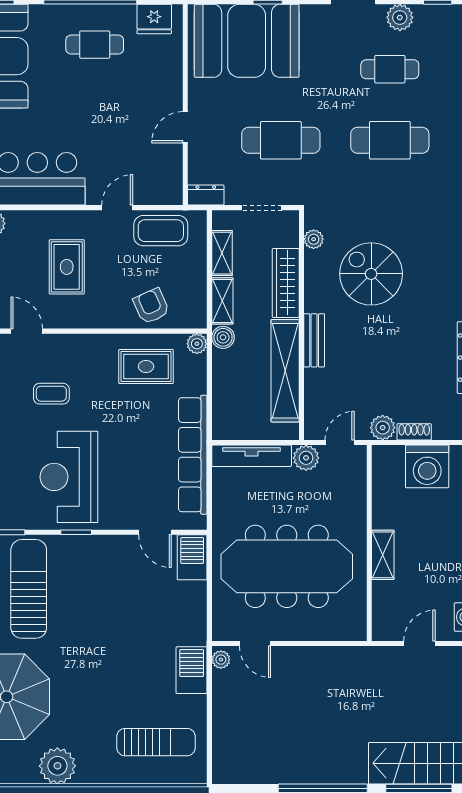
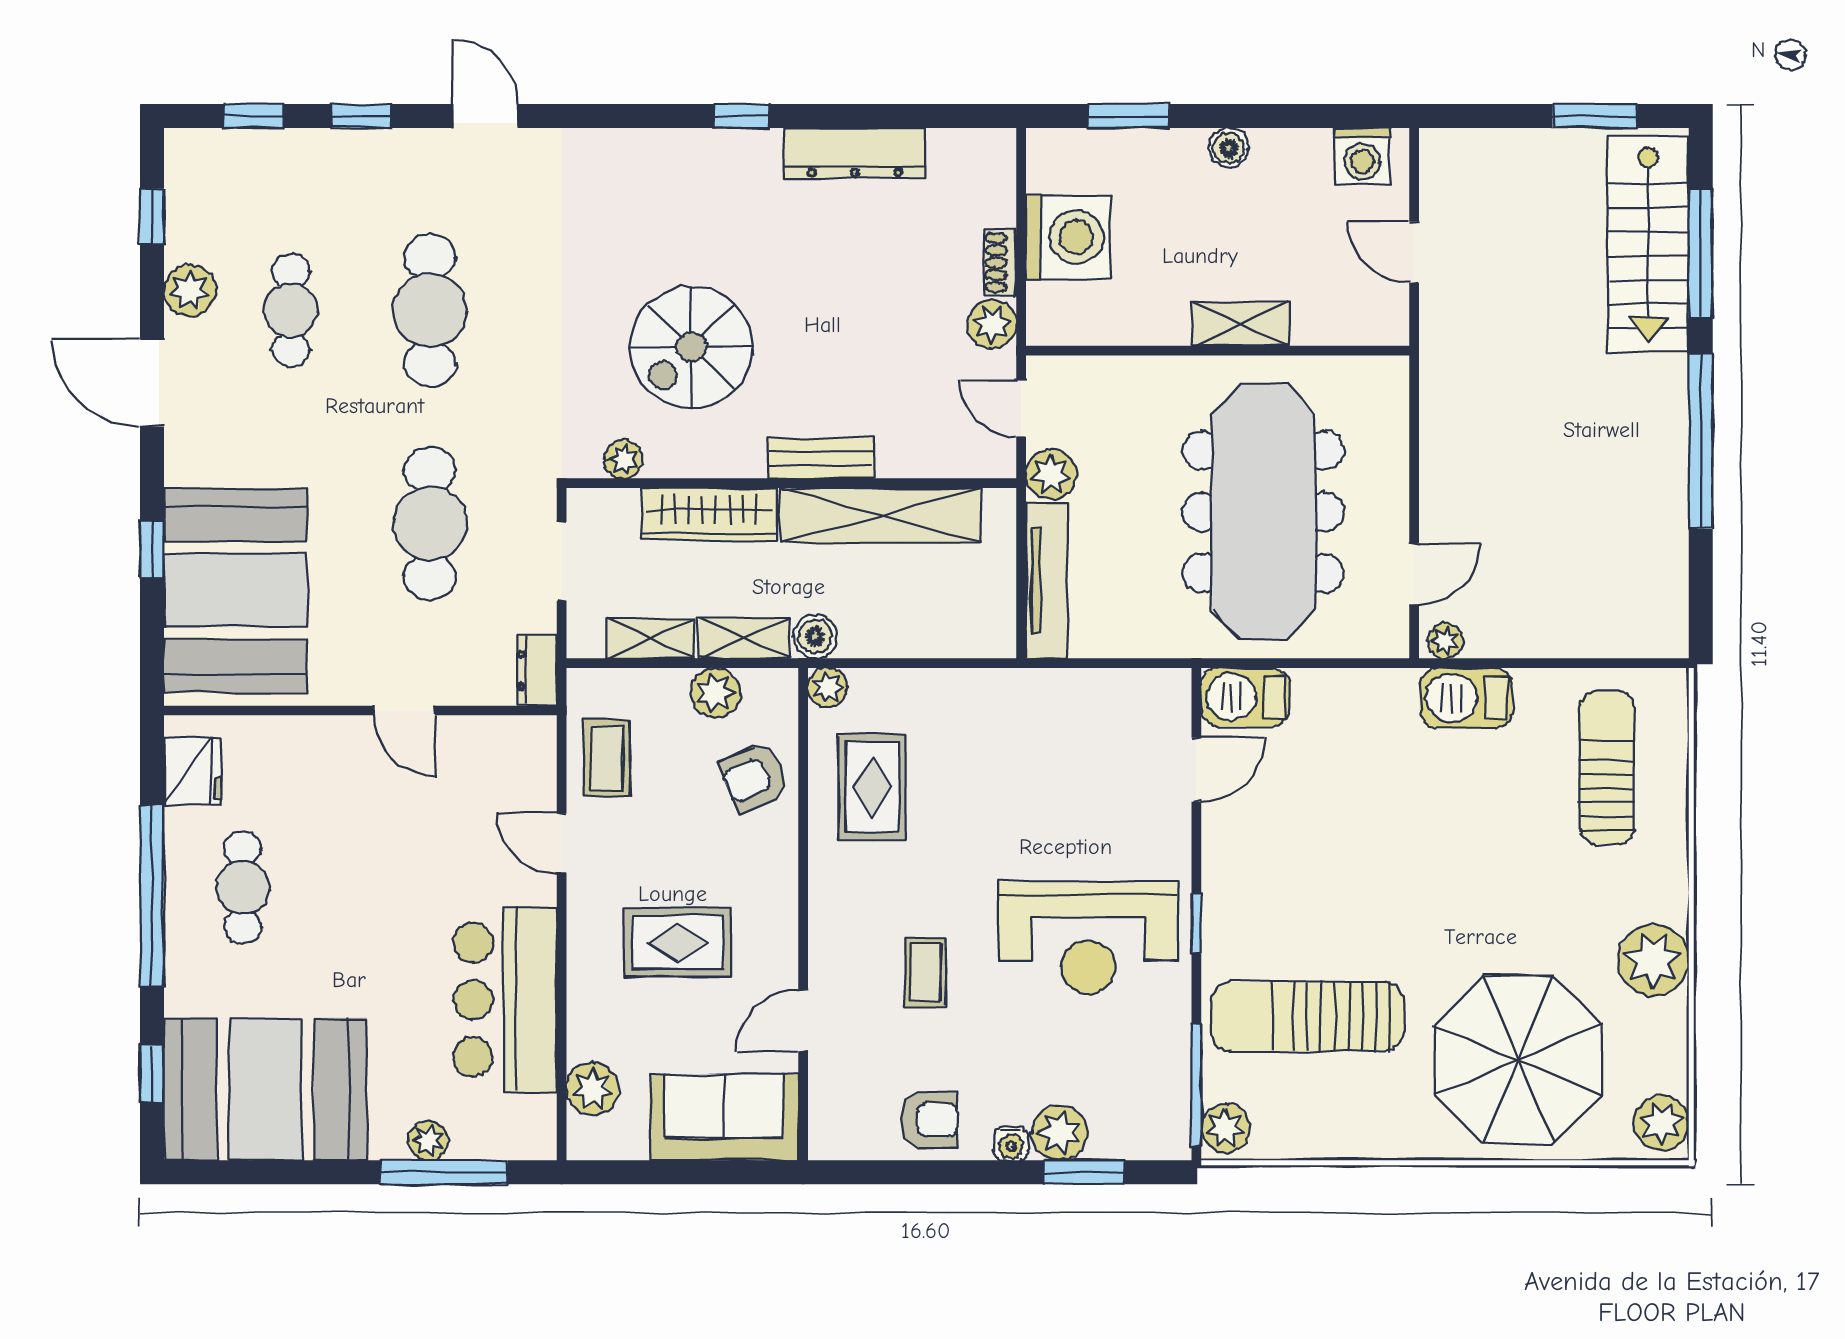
coffee table: (161, 231) -> (607, 758), width x0.73, depth x0.77
plant: (194, 286) -> (715, 693), added
row of seats: (193, 455) -> (1045, 695), removed

